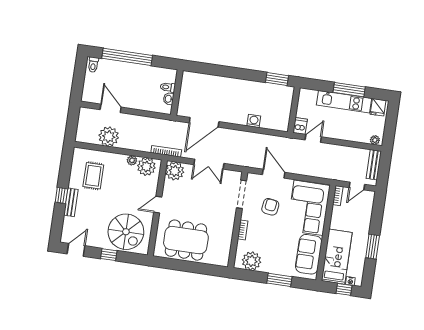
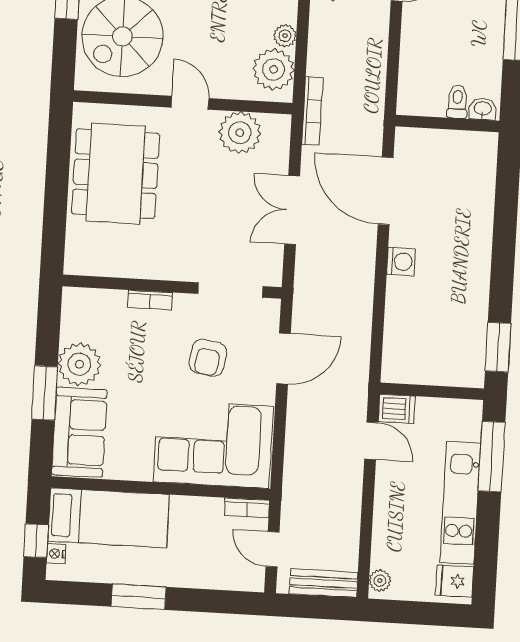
window: (349, 90) -> (492, 457), moved
washbasin: (169, 99) -> (483, 109), moved
washing machine: (254, 121) -> (401, 262), moved
plant: (175, 171) -> (240, 133), moved
armchair: (270, 207) -> (208, 358), turned 91
sofa: (309, 254) -> (79, 432), moved, turned 90
plant: (251, 261) -> (79, 364), moved

